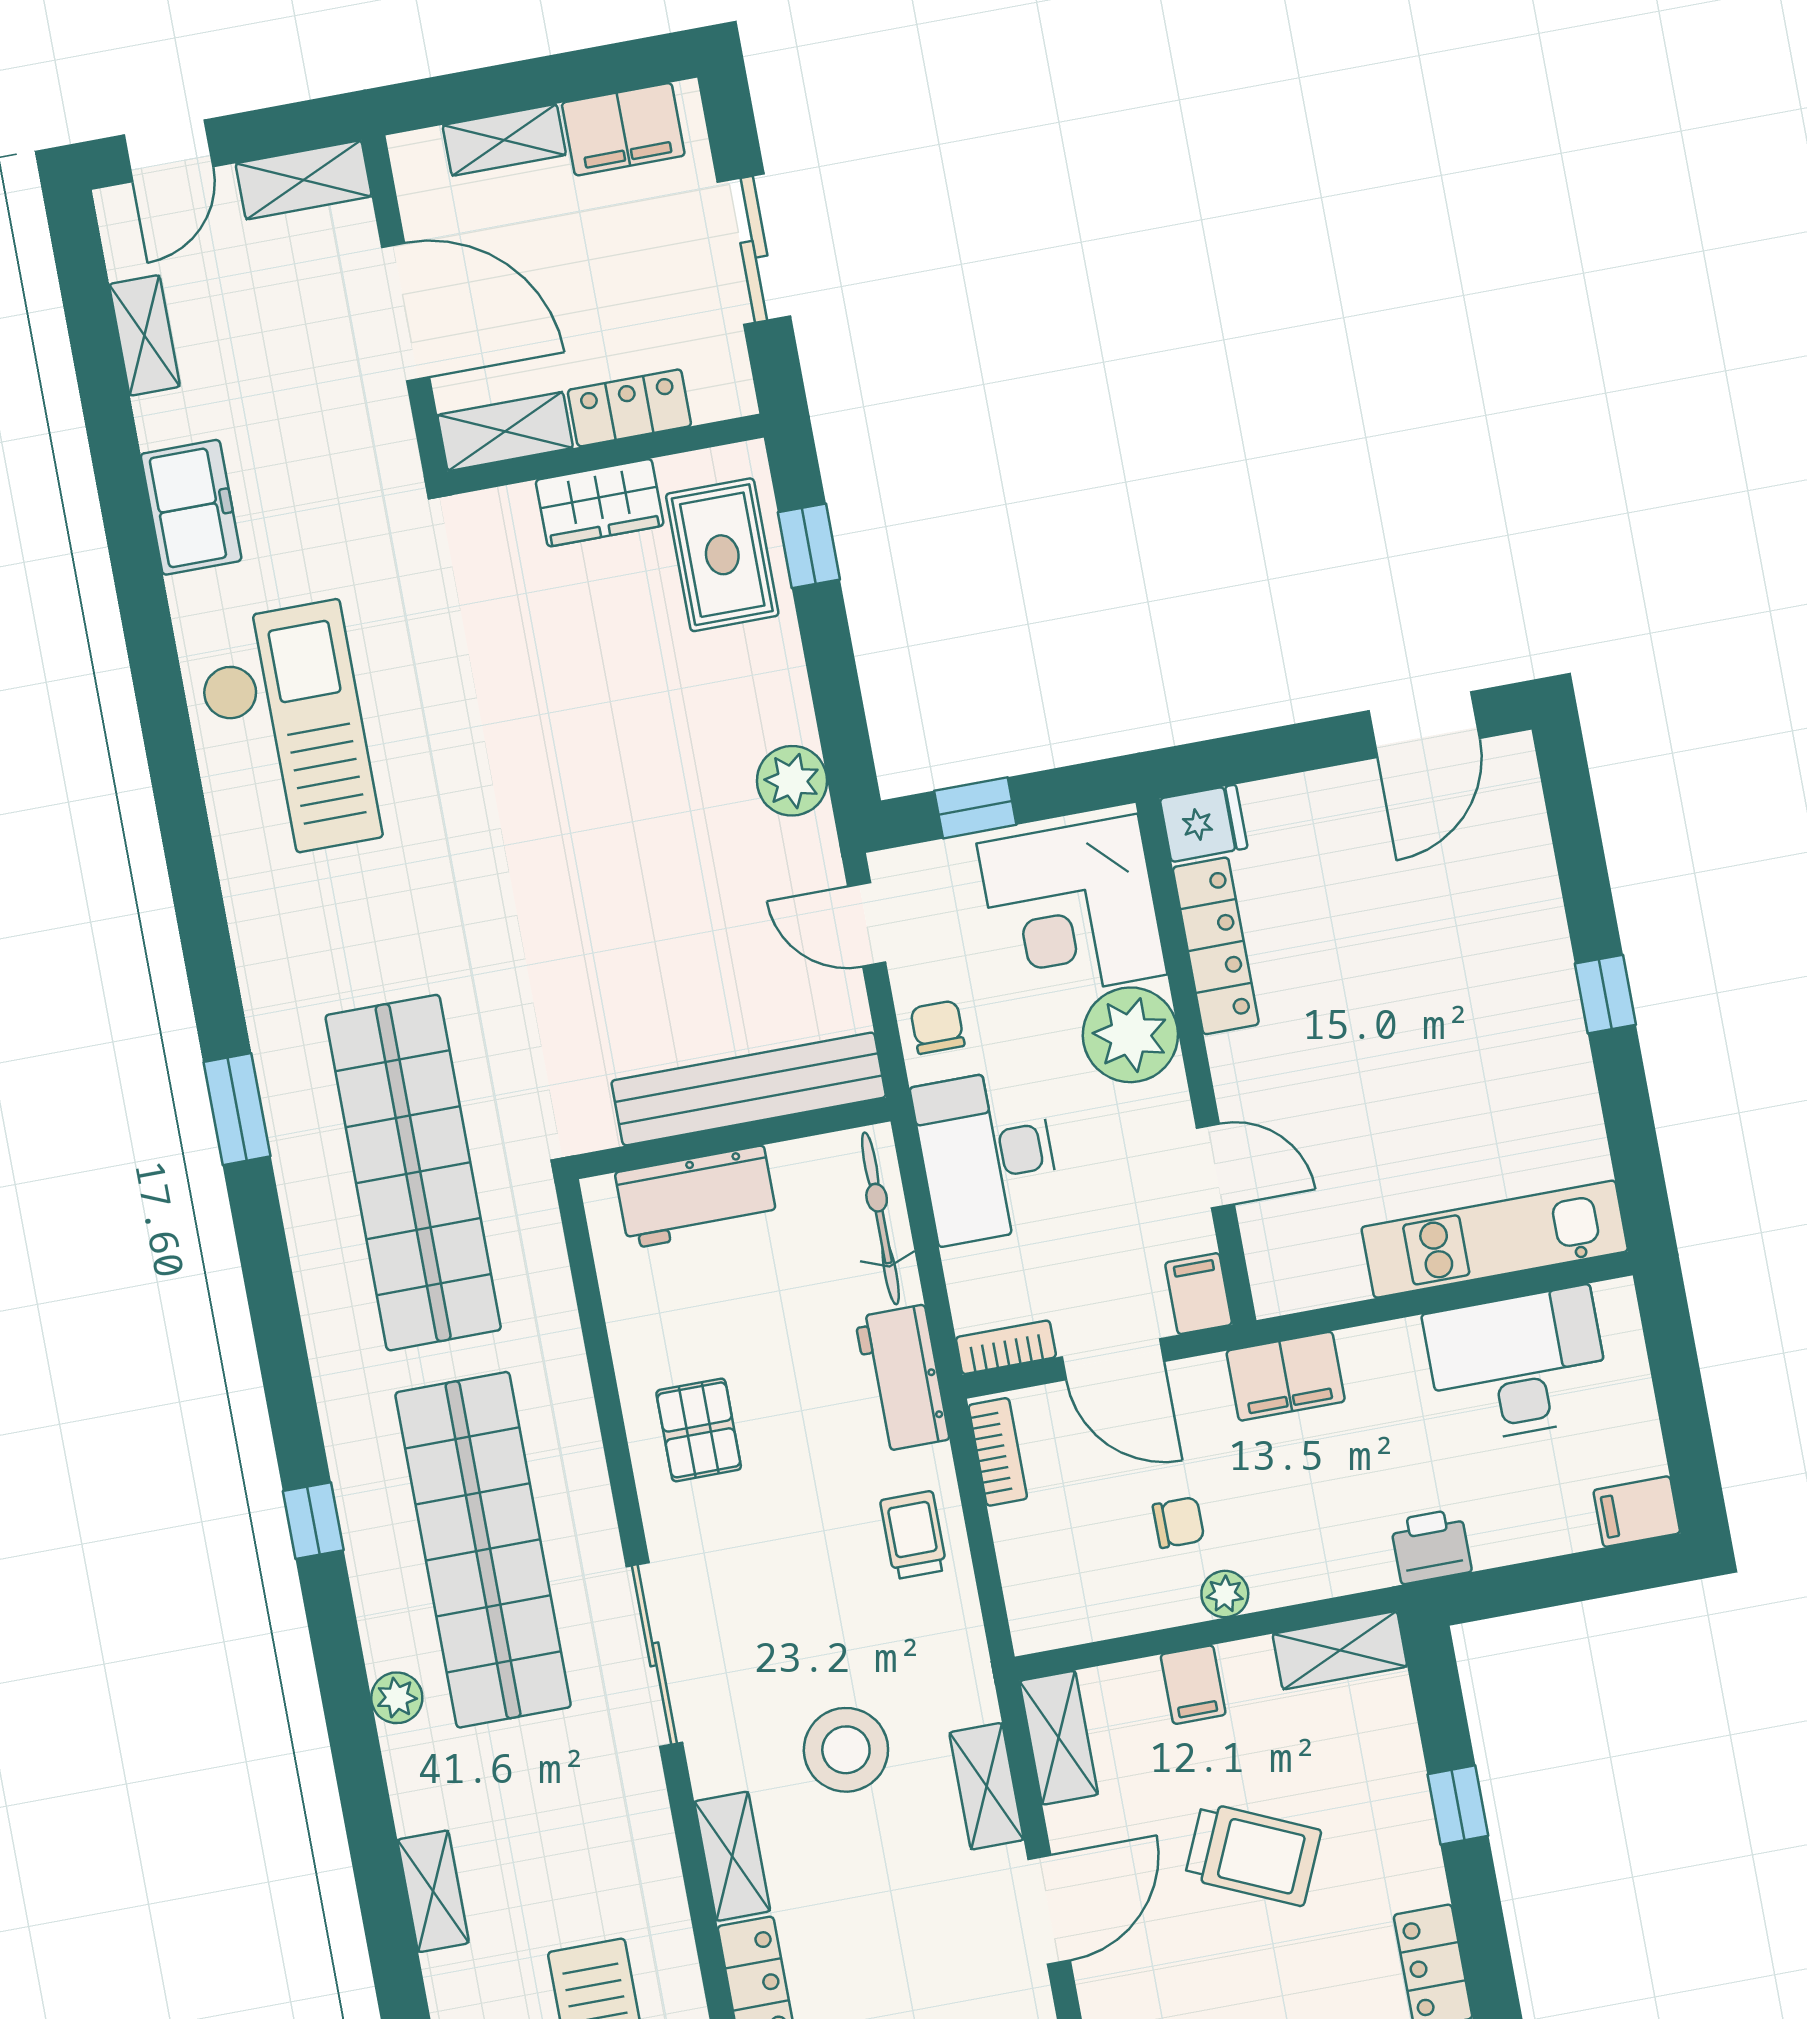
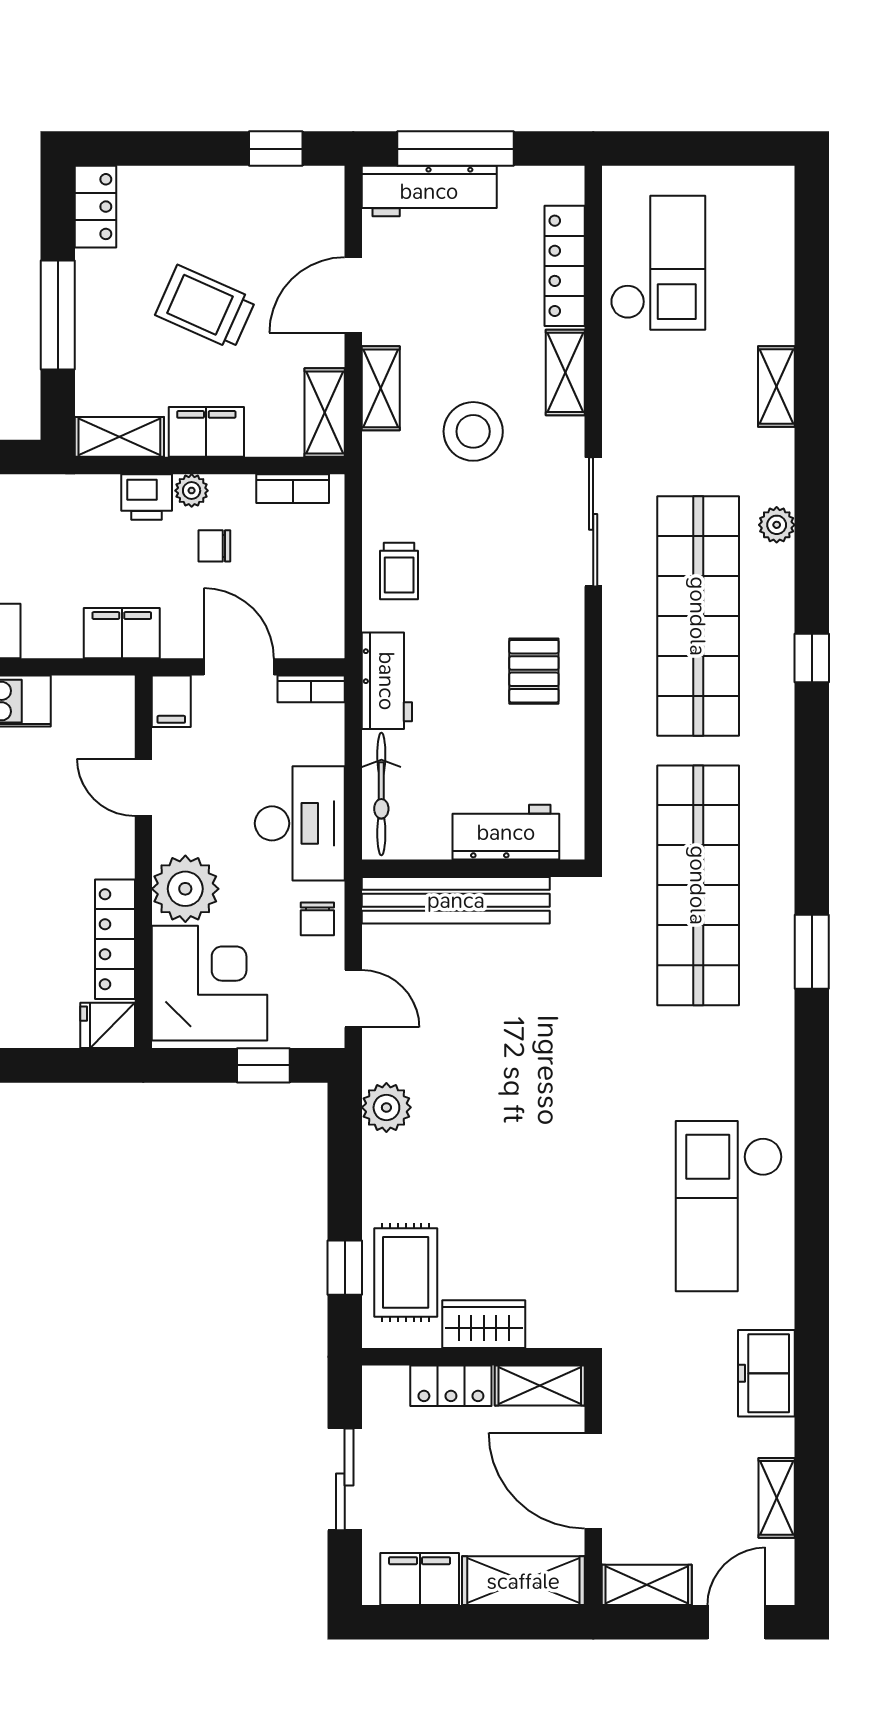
shelving: (504, 140) -> (523, 1581), width x1.50, depth x1.33
bookcase: (998, 1452) -> (293, 489), moved, turned -90
printer: (1431, 1546) -> (147, 497), moved
filing cabinet: (1193, 1685) -> (206, 432), width x2.00
window: (1458, 1805) -> (58, 315), width x2.17

